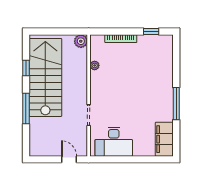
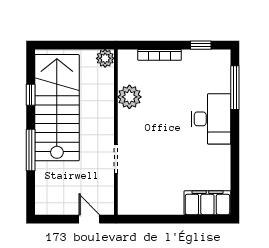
plant: (95, 65) -> (129, 97), width x1.88, depth x1.88
window: (176, 104) -> (235, 88), moved
filing cabinet: (164, 139) -> (207, 203), moved, turned 90
desk: (114, 142) -> (211, 119), moved, turned -90

